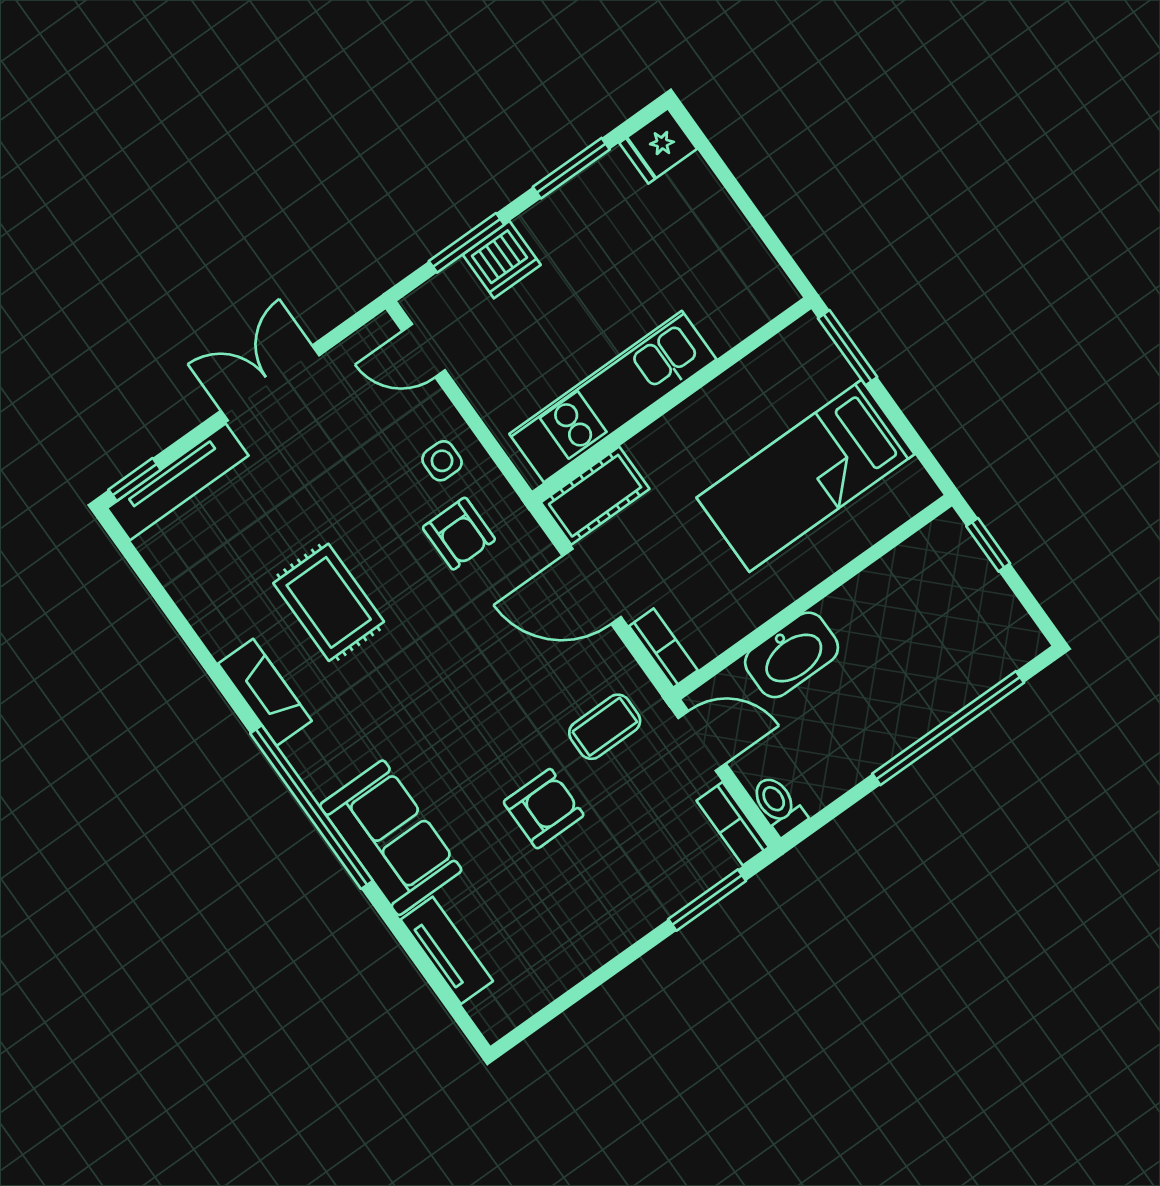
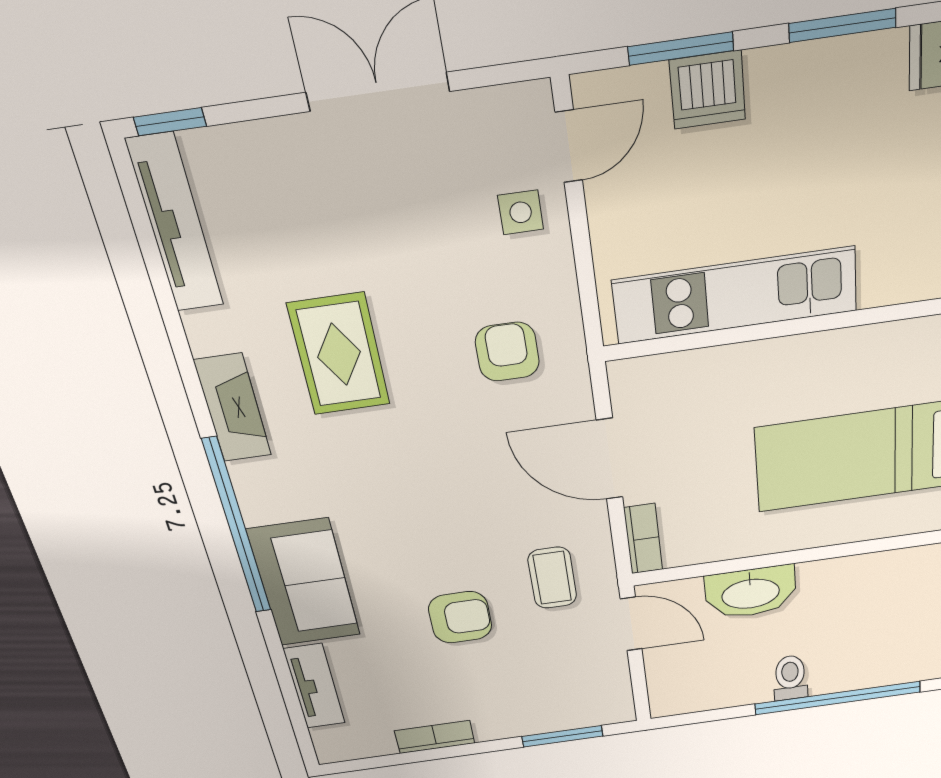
door: (424, 351) -> (569, 146), swing flipped
side table: (442, 461) -> (521, 212), moved
tv unit: (178, 482) -> (176, 224), moved, turned -90
cot: (595, 496) -> (661, 380), removed
armchair: (459, 534) -> (507, 352), turned 180
coffee table: (605, 727) -> (552, 578), turned 90
toilet: (778, 805) -> (790, 678), moved
bookcase: (733, 824) -> (435, 737), moved, turned 90

